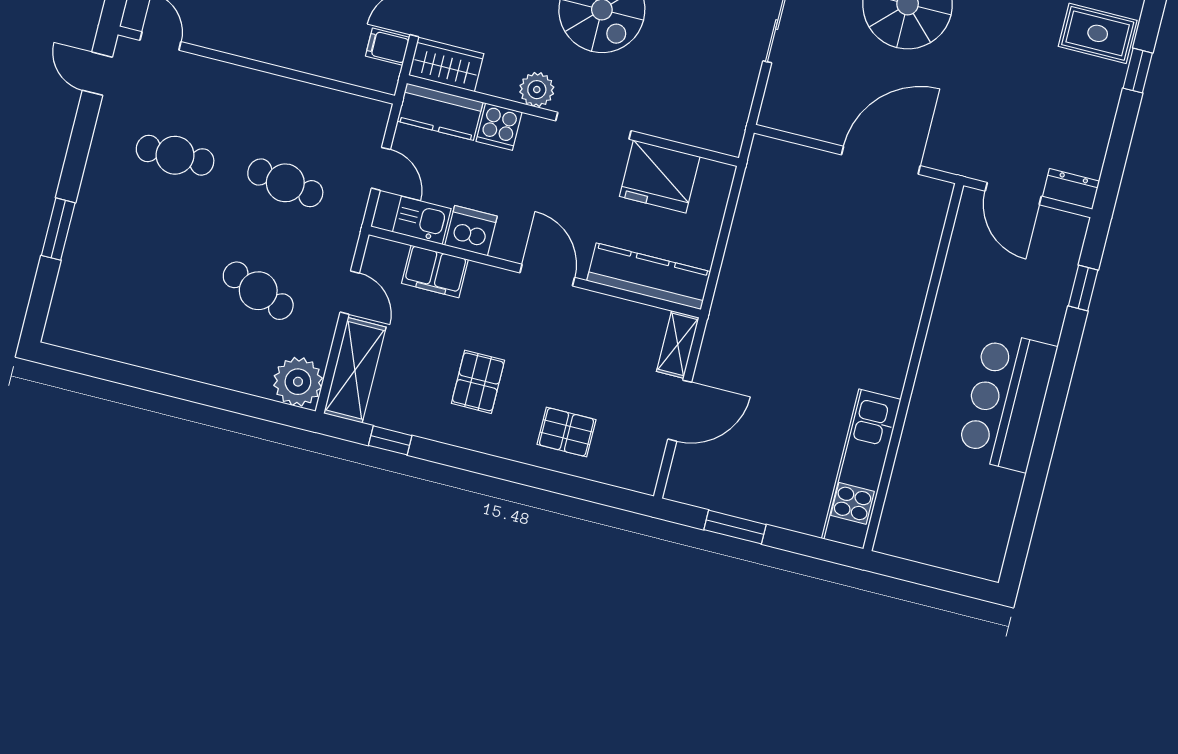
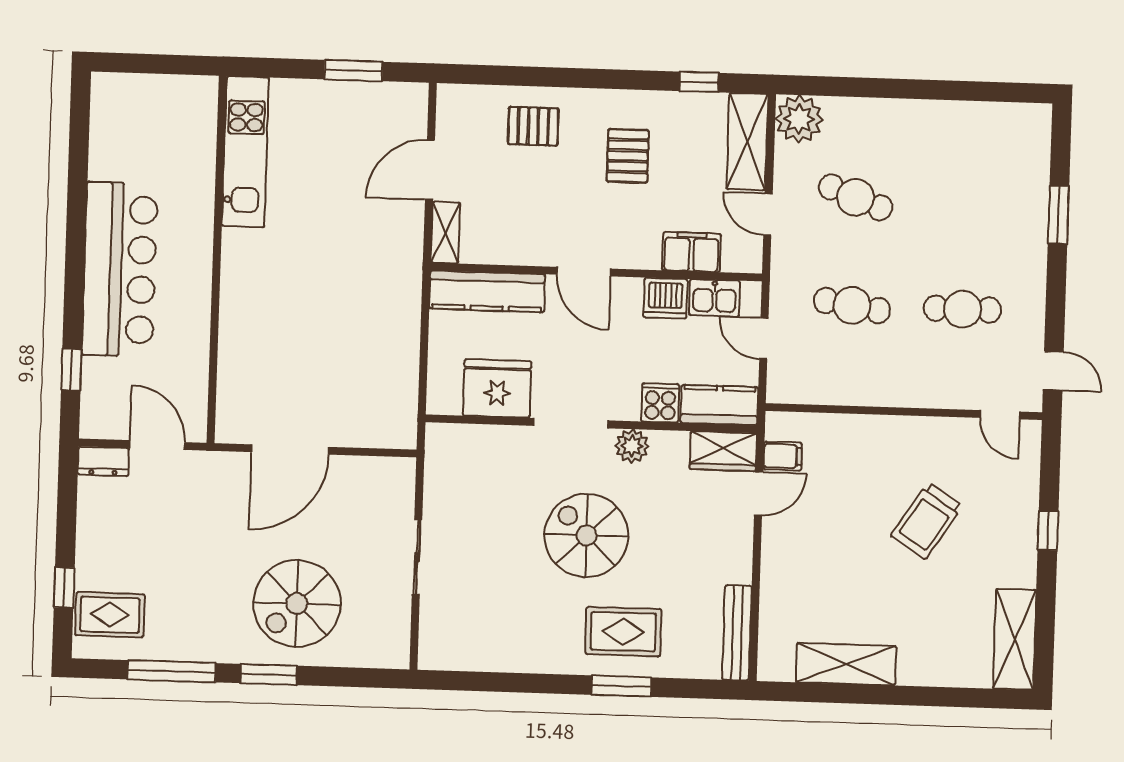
bar counter: (1007, 401) -> (120, 269), width x1.36

